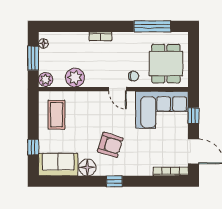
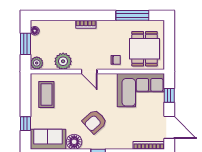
door: (118, 89) -> (89, 72), moved
armchair: (110, 145) -> (95, 122), turned 121

